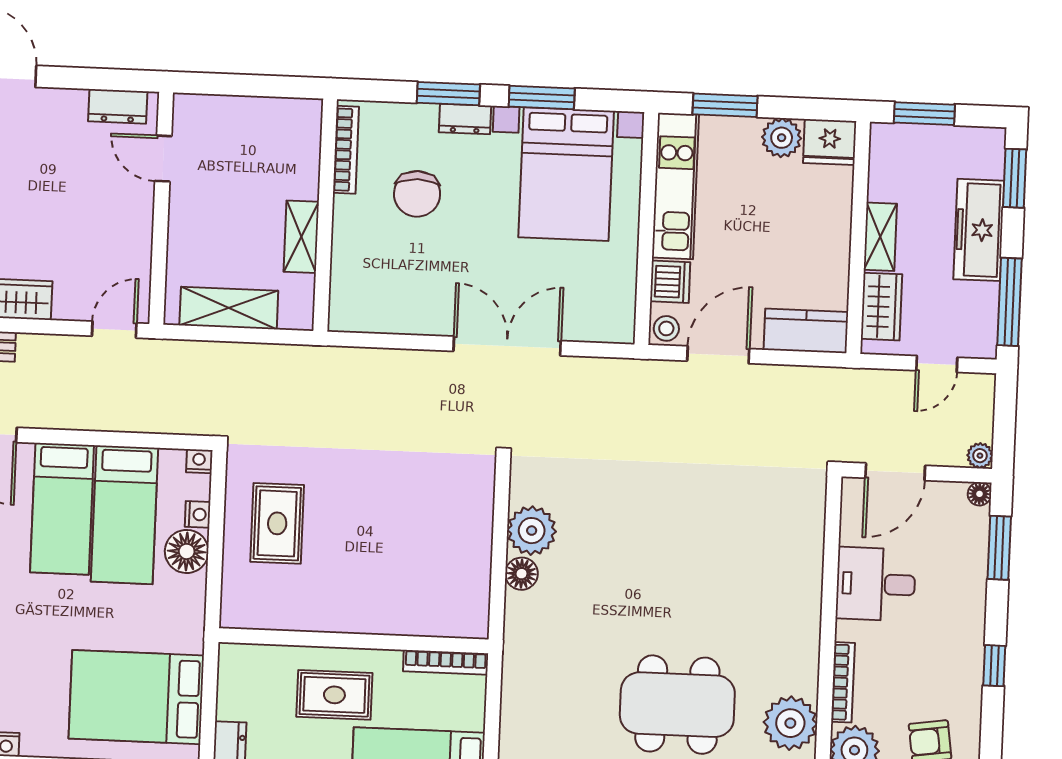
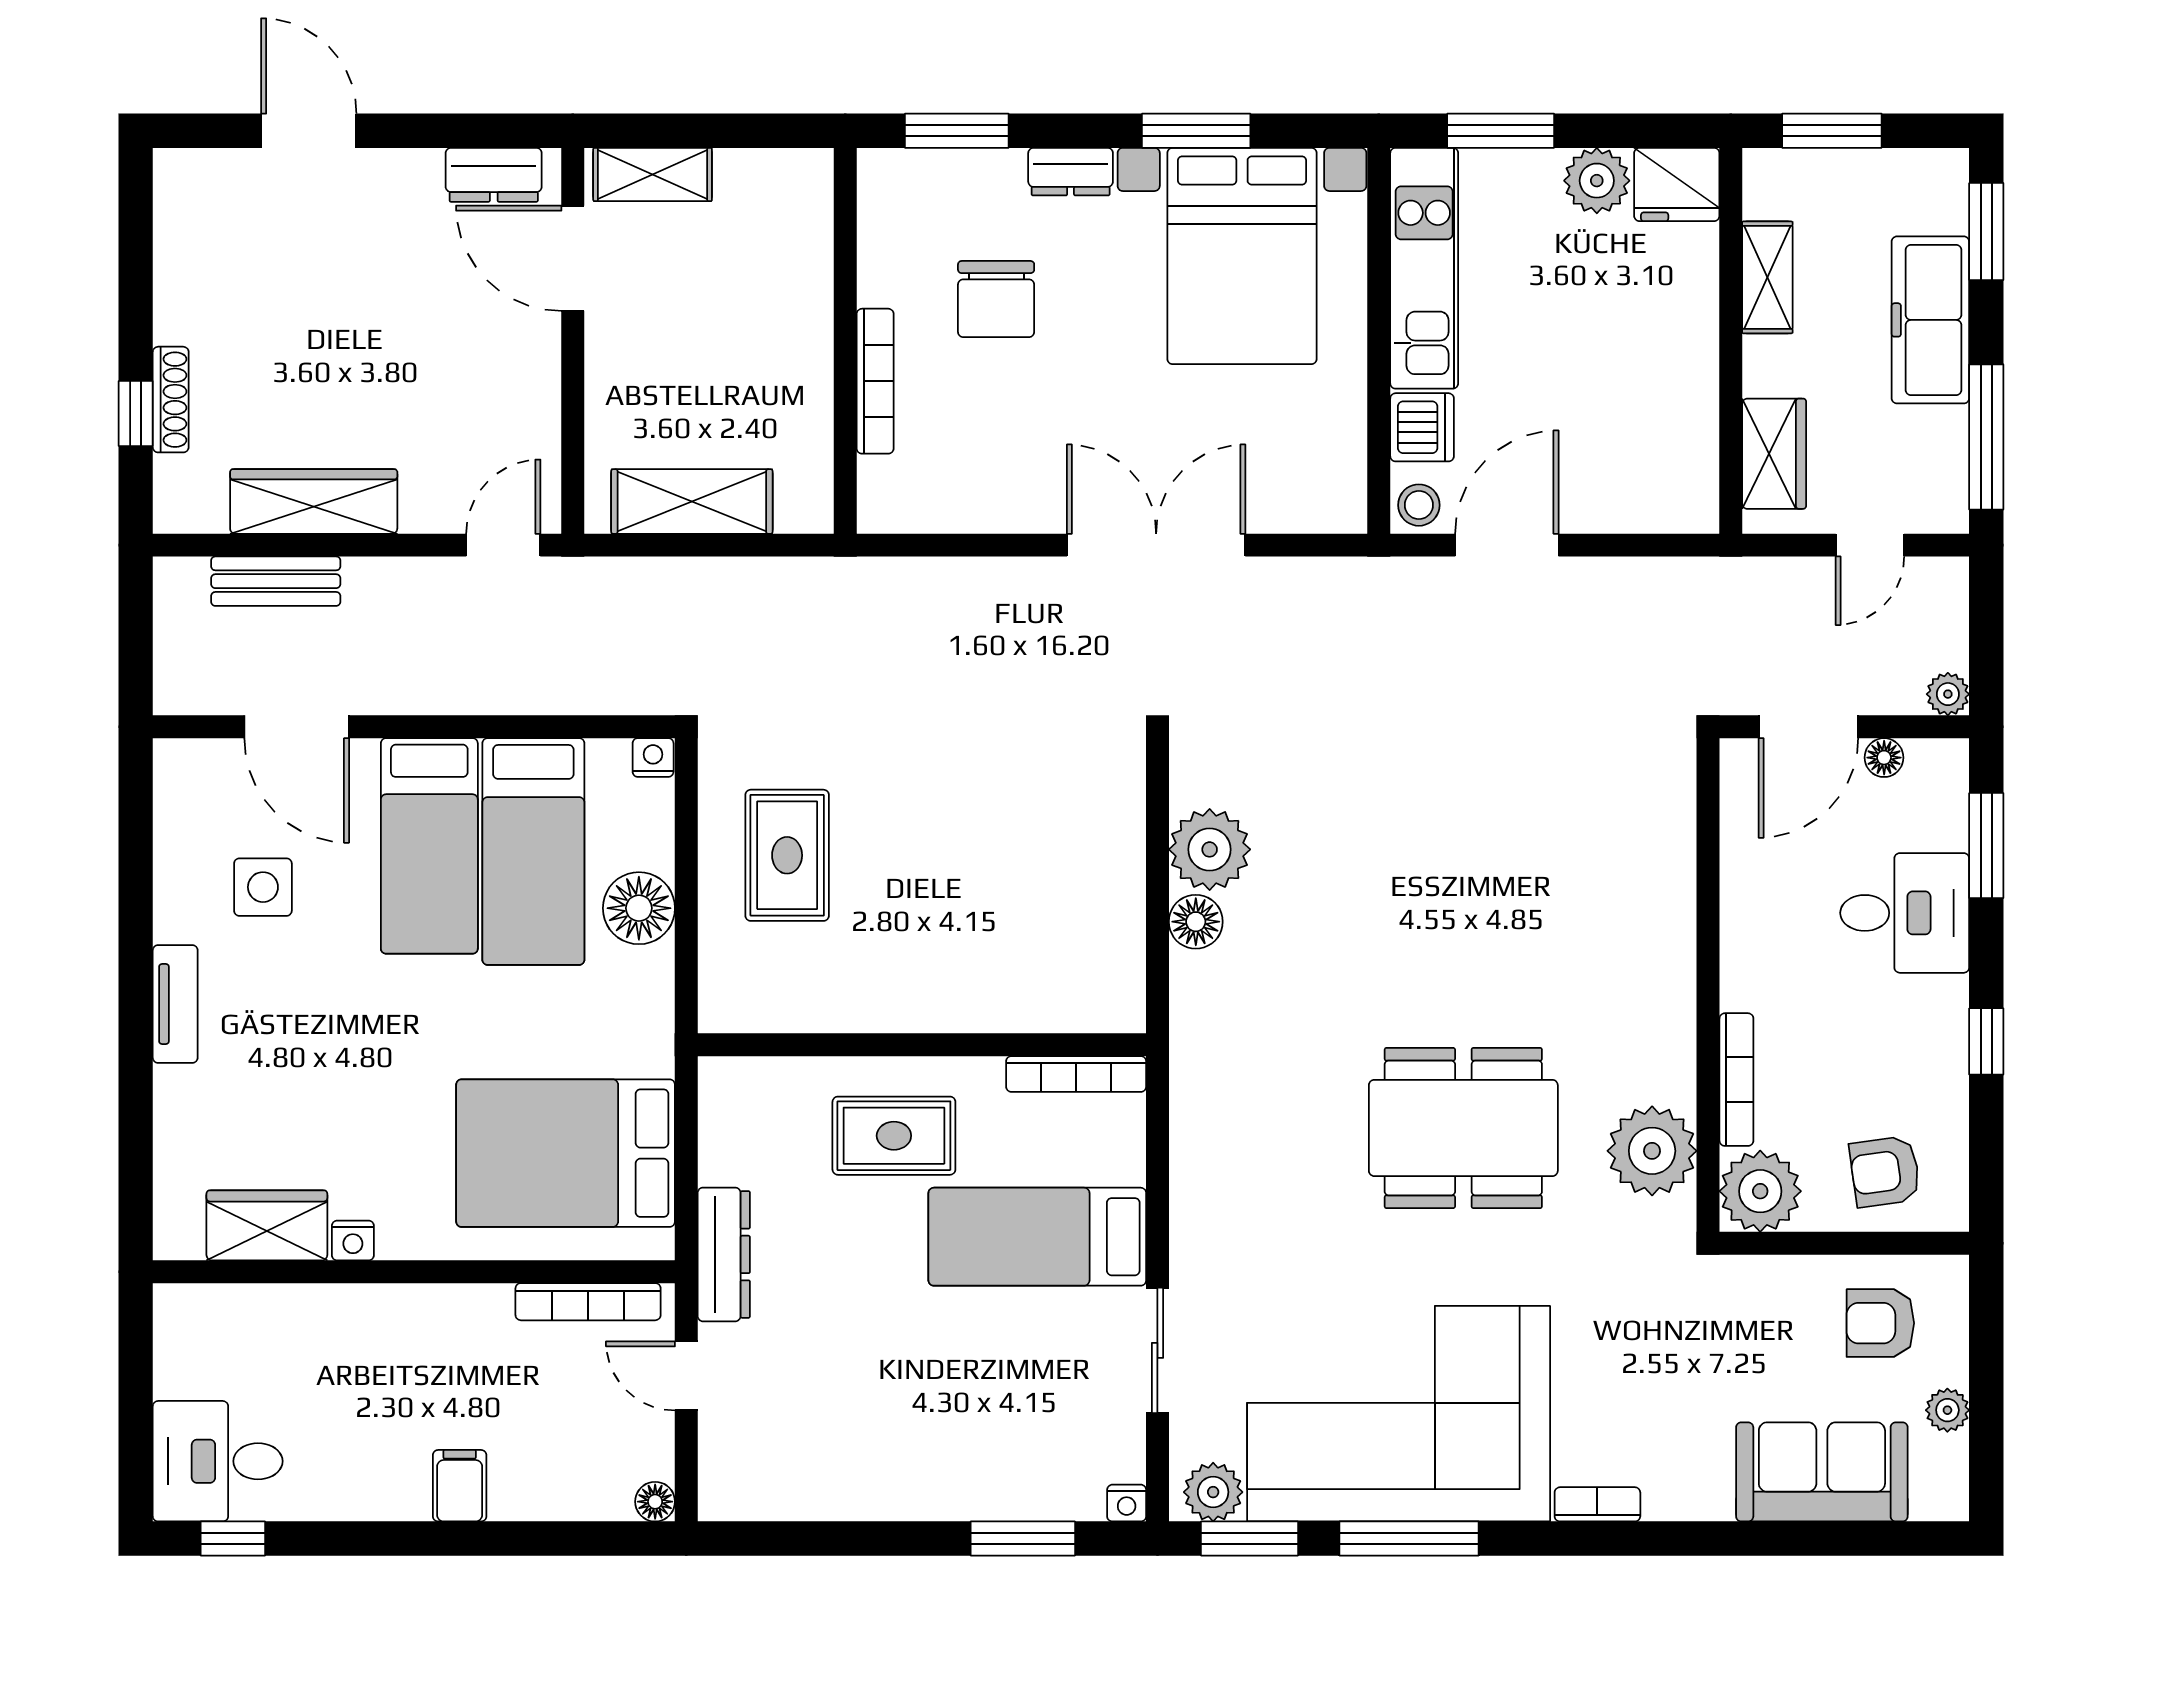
window: (448, 94) -> (957, 131), moved
bookcase: (346, 150) -> (875, 381), moved
door: (163, 159) -> (573, 258), width x1.38
shelving: (301, 237) -> (653, 174), moved, turned 90
shelving: (880, 237) -> (1767, 277), moved
kitchen counter: (806, 331) -> (1651, 499), removed
floor lamp: (979, 494) -> (1884, 758), moved
nightstand: (198, 514) -> (655, 846), removed
desk: (876, 584) -> (1905, 913), moved, turned 180

